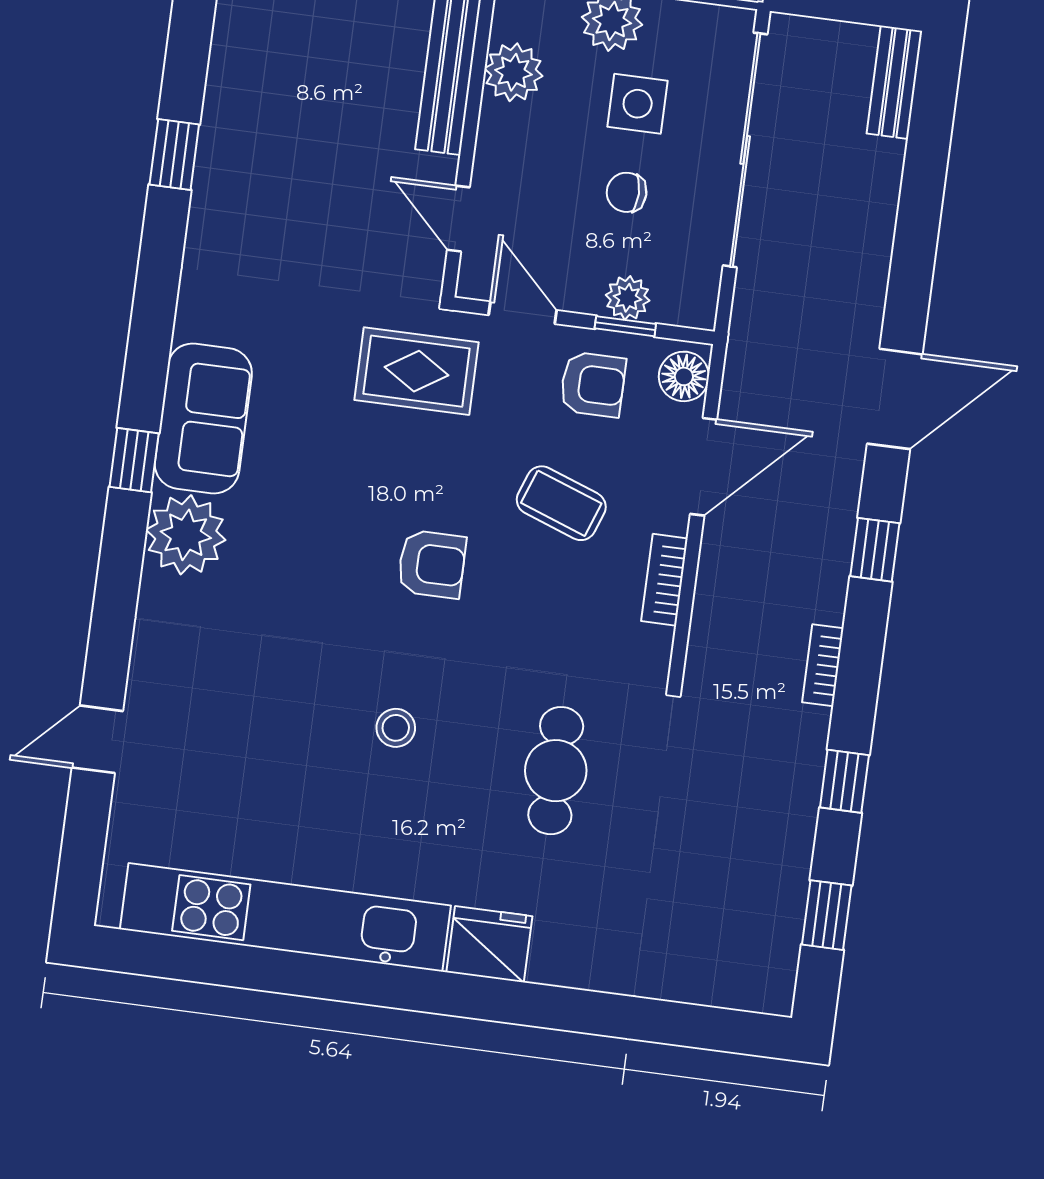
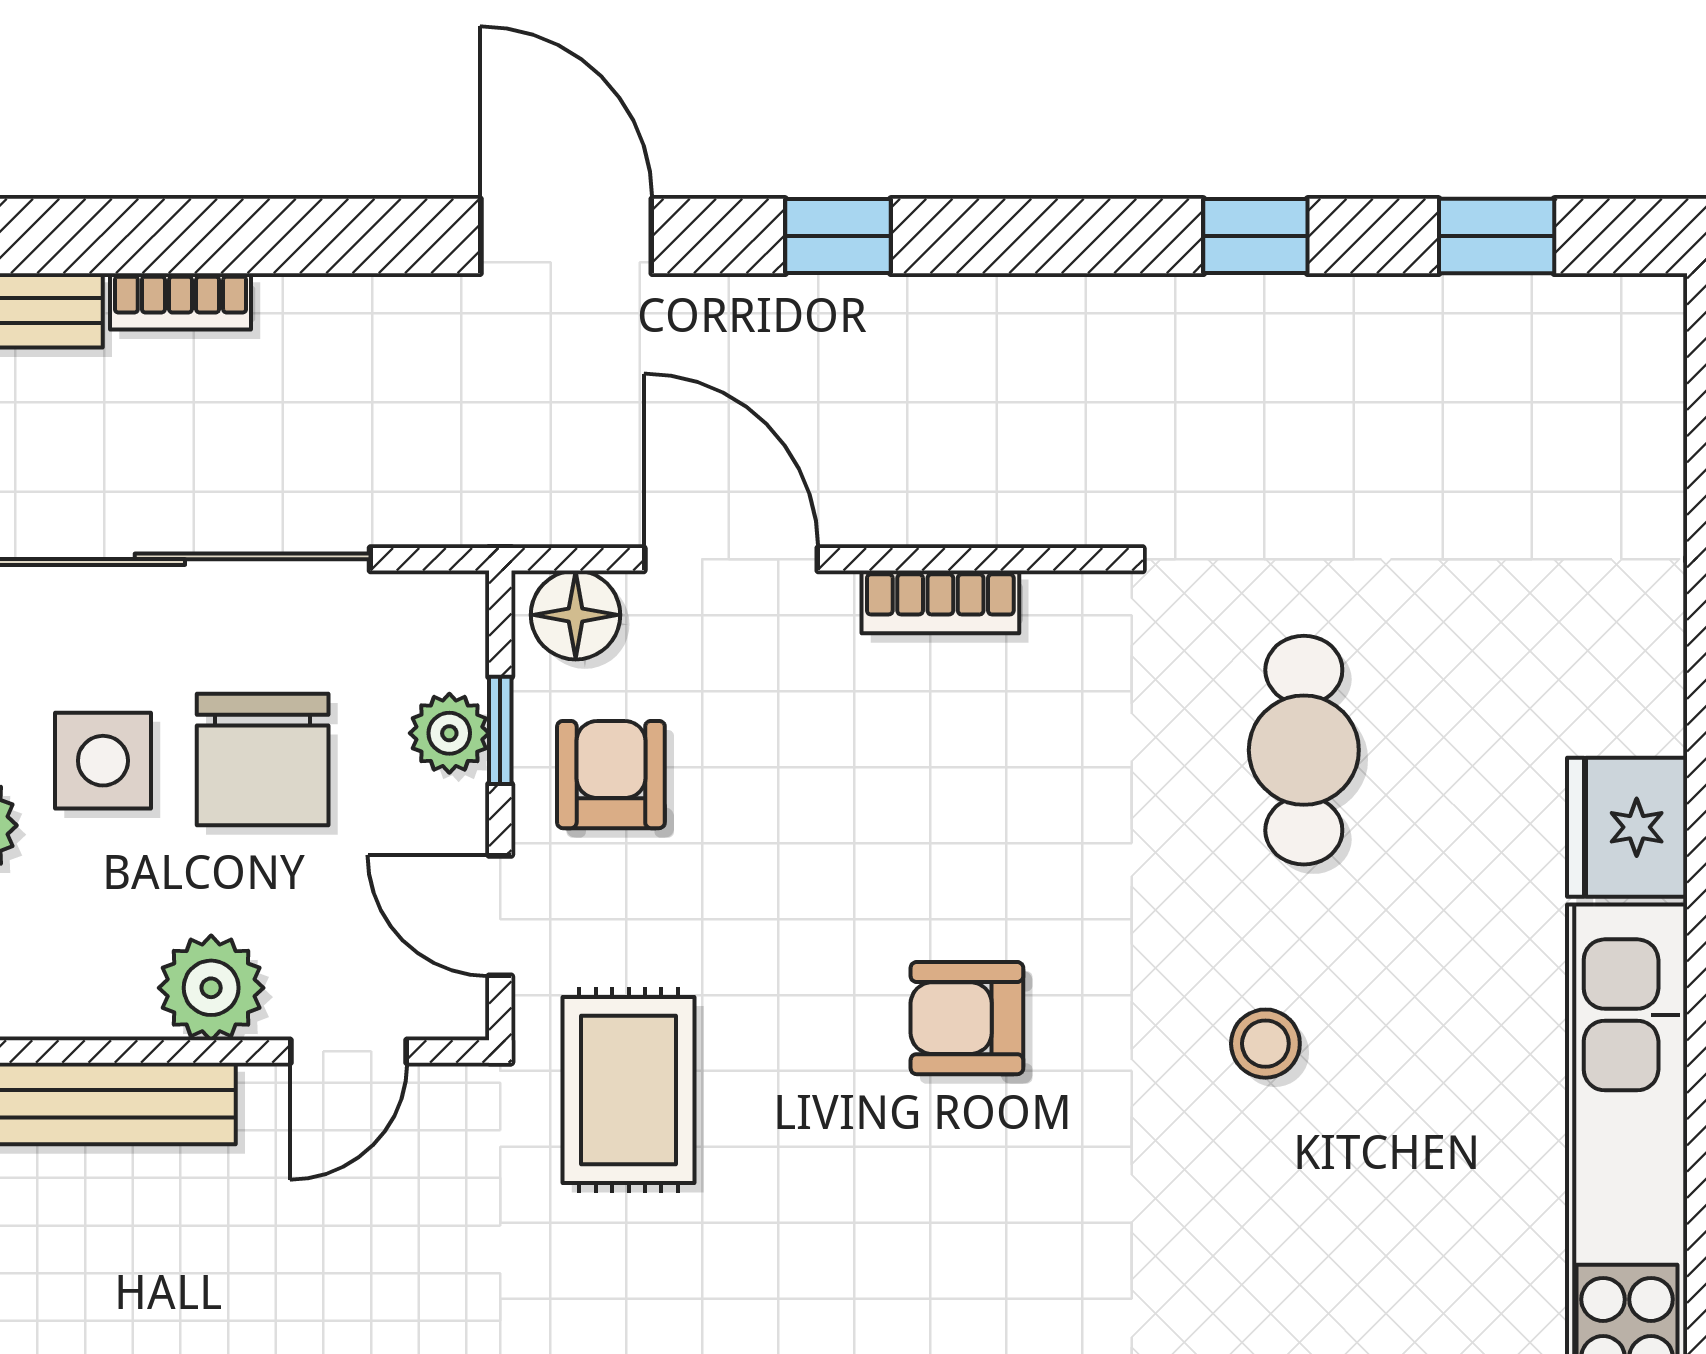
plant: (514, 72) -> (211, 988), moved
chair: (627, 192) -> (263, 760), width x1.87, depth x1.87
door: (523, 313) -> (500, 916), hinge flipped
coffee table: (561, 503) -> (829, 803), removed
armchair: (432, 564) -> (967, 1018), turned -90
bookcase: (823, 665) -> (180, 301), moved
cafe table: (556, 771) -> (1304, 750), turned 90

